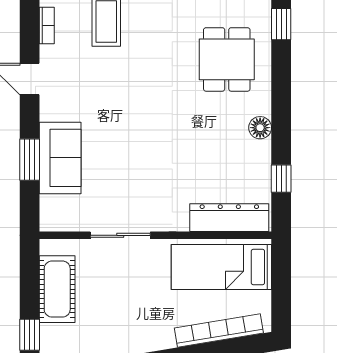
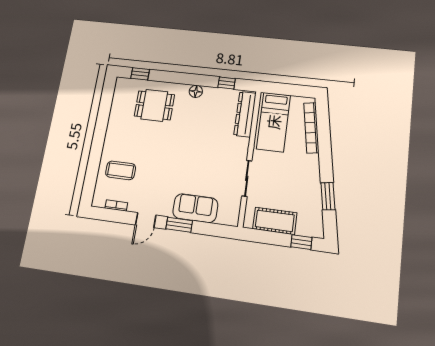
window: (30, 160) -> (179, 225), moved

